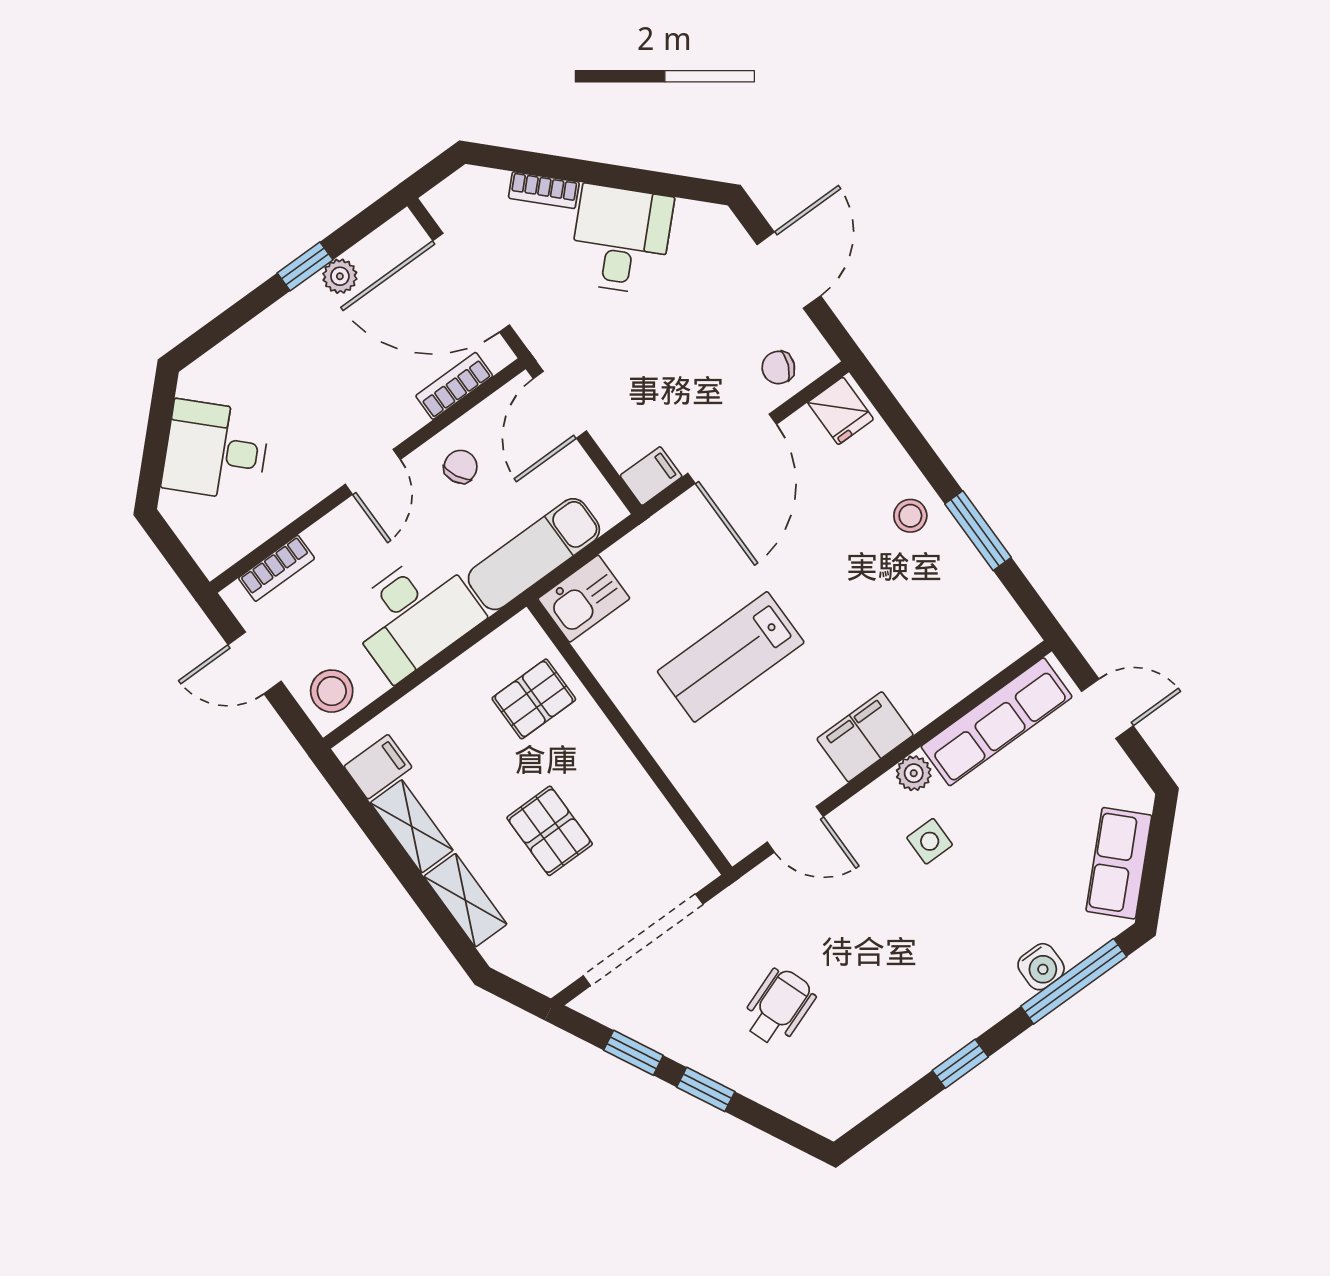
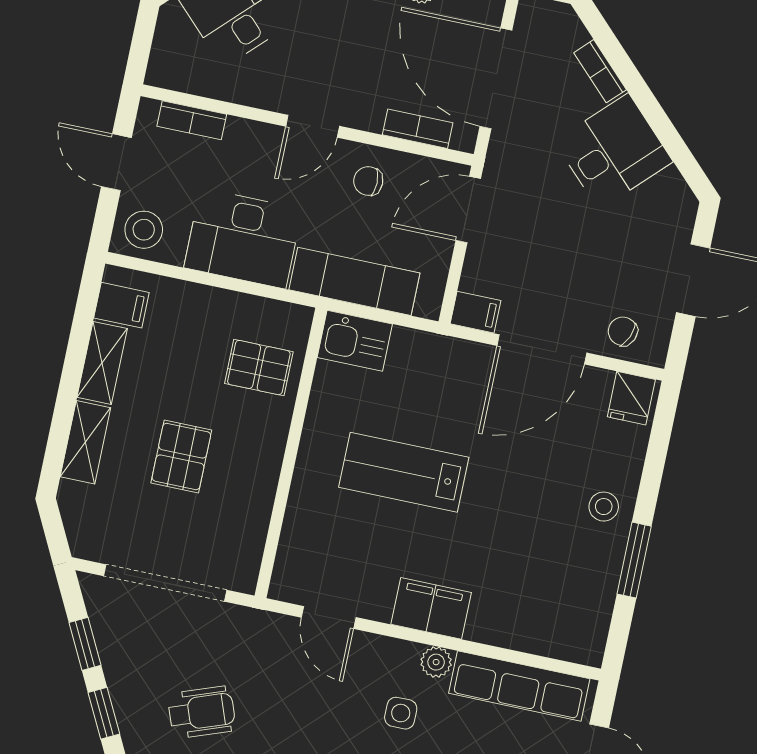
chair: (461, 467) -> (368, 181), turned -153

